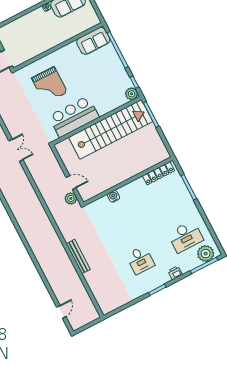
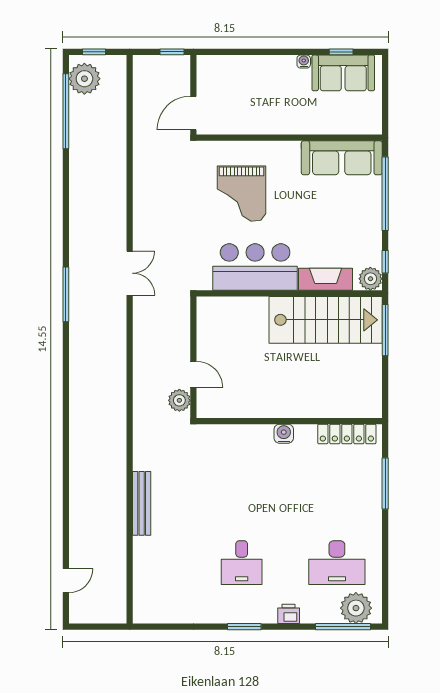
sofa: (93, 41) -> (342, 158), width x1.36
fireplace: (110, 105) -> (326, 279), added
stairs: (111, 129) -> (326, 320), width x0.73
water cooler: (114, 196) -> (284, 434), moved

